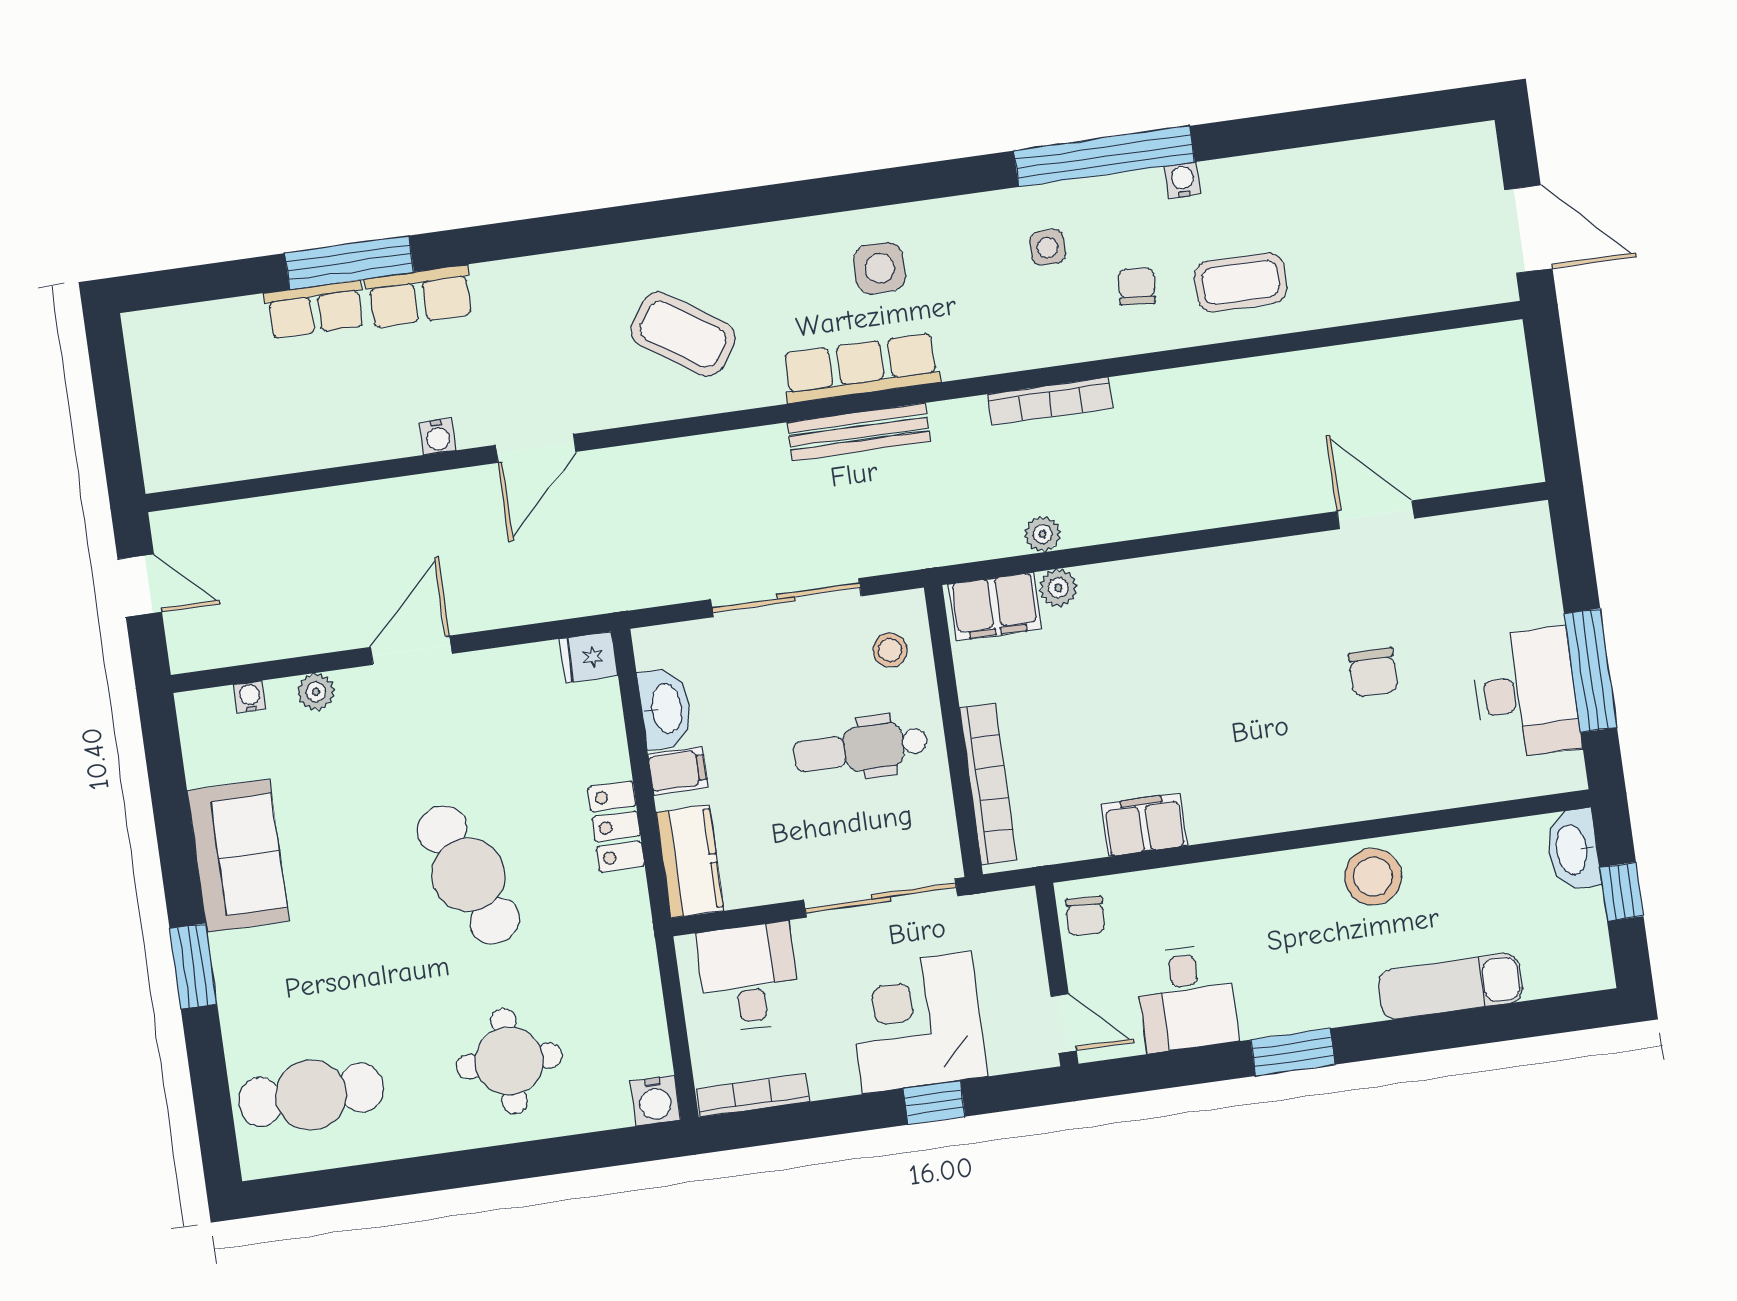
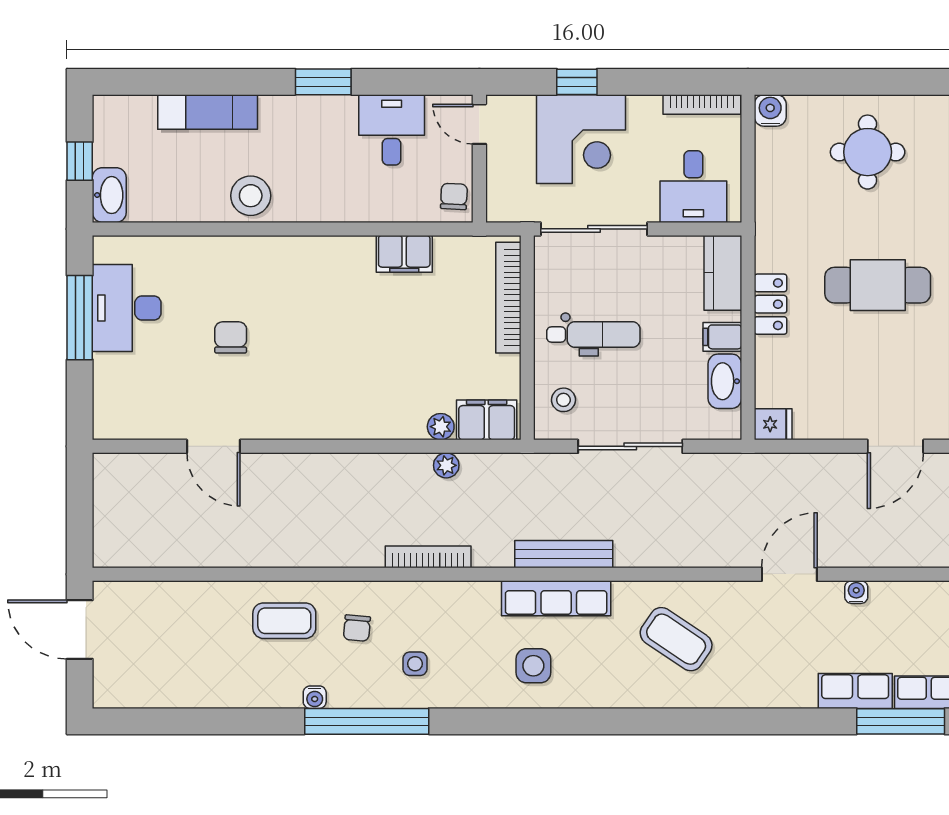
cafe table: (468, 875) -> (878, 285), turned -68

